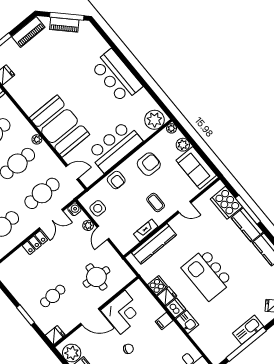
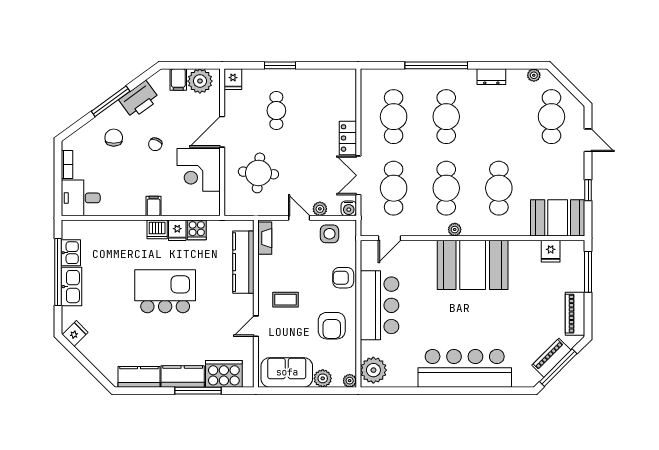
bar counter: (117, 76) -> (465, 368), width x1.36
booth: (59, 126) -> (473, 265), moved
fireplace: (146, 230) -> (265, 238), moved
kitchen sink: (187, 322) -> (71, 253), moved, turned -90

